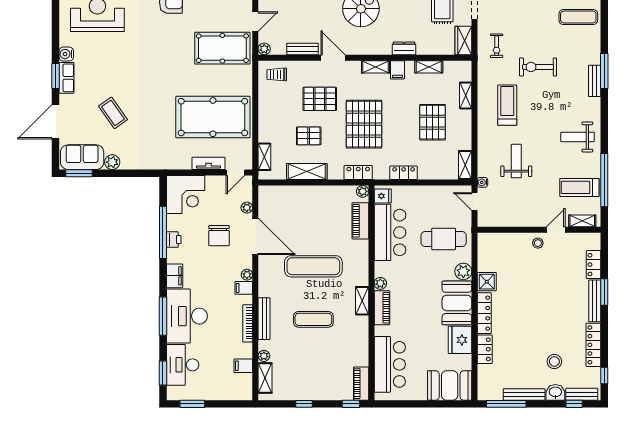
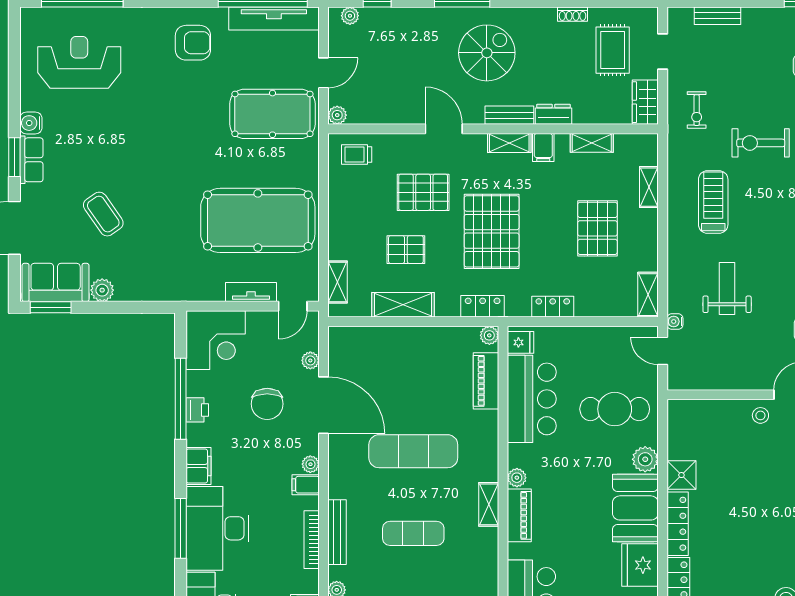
bench: (302, 49) -> (509, 115), moved

